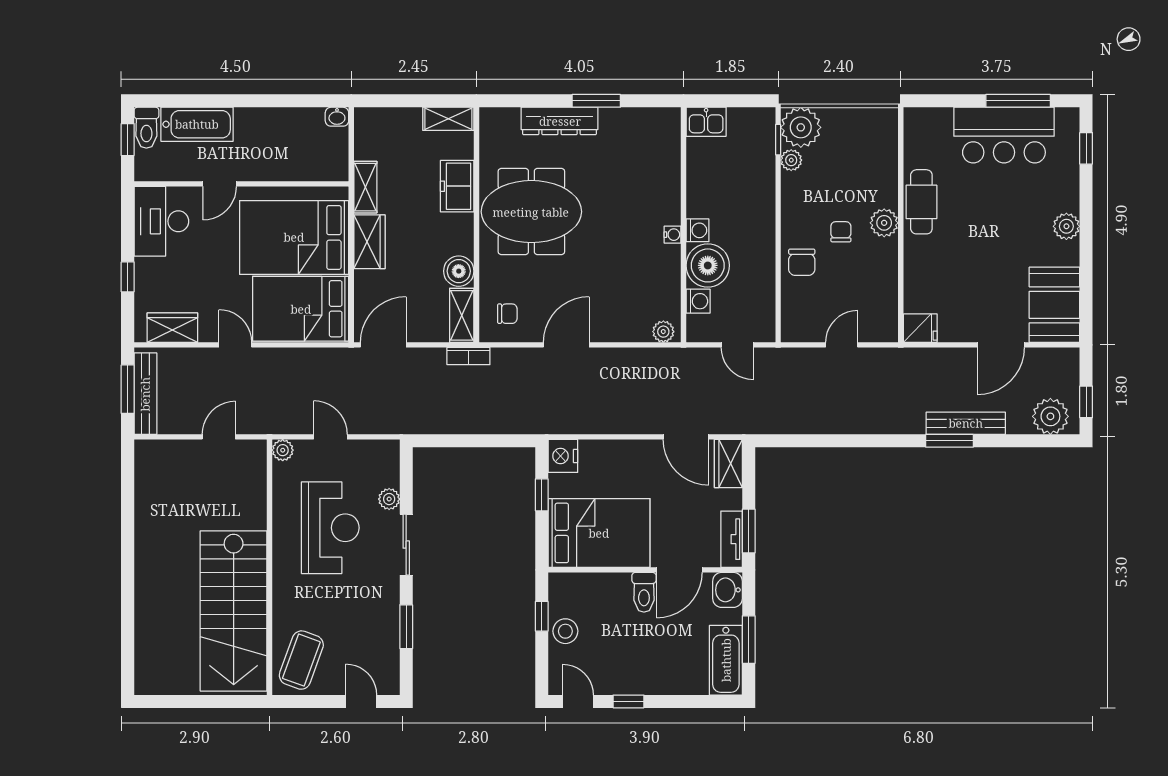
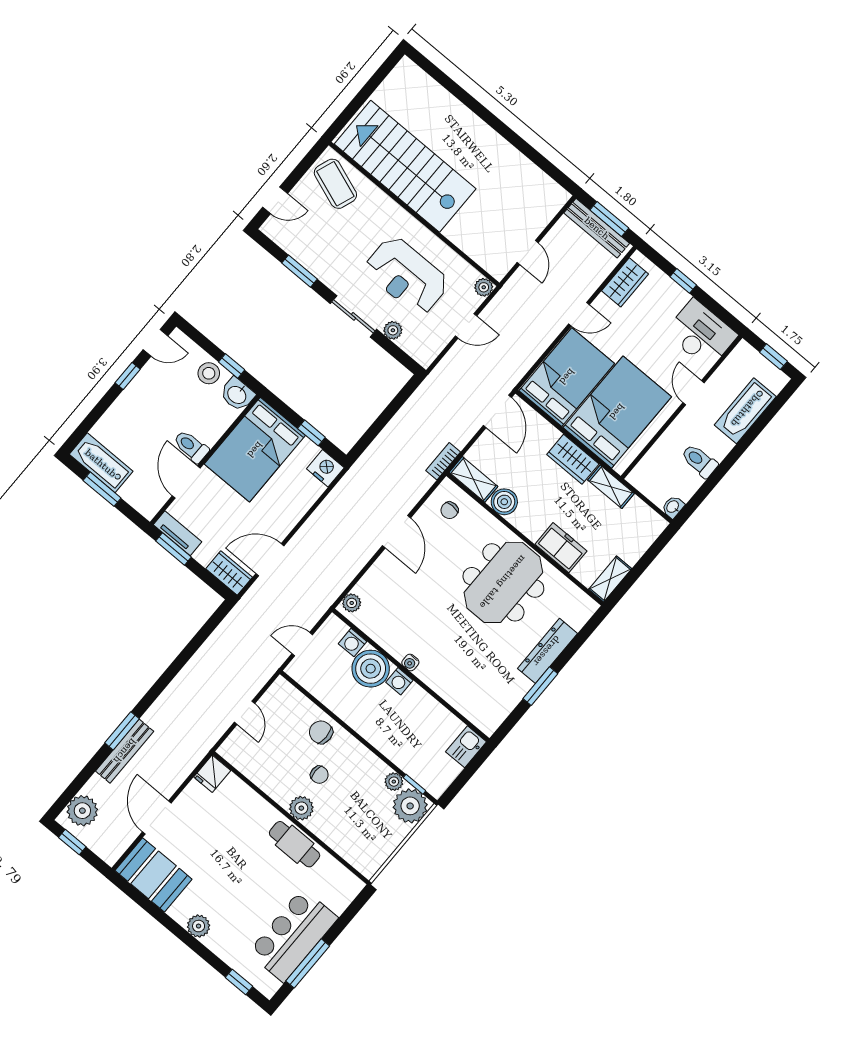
toilet: (146, 128) -> (699, 461), moved
washbasin: (727, 590) -> (237, 394), moved, turned 180

